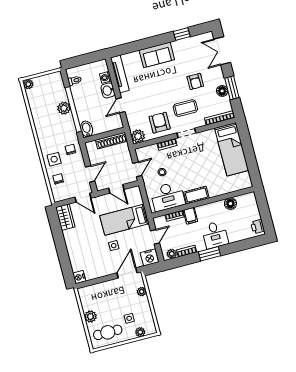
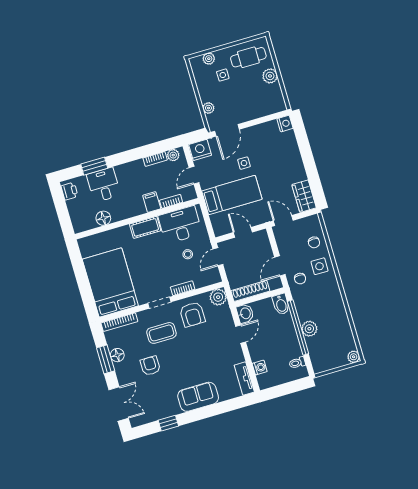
tv unit: (120, 74) -> (244, 379), width x0.71
washbasin: (108, 90) -> (245, 313), moved
bed: (232, 149) -> (110, 282), width x1.50
door: (90, 174) -> (280, 266), moved
desk: (215, 235) -> (104, 185), moved
window: (209, 254) -> (94, 166), moved

